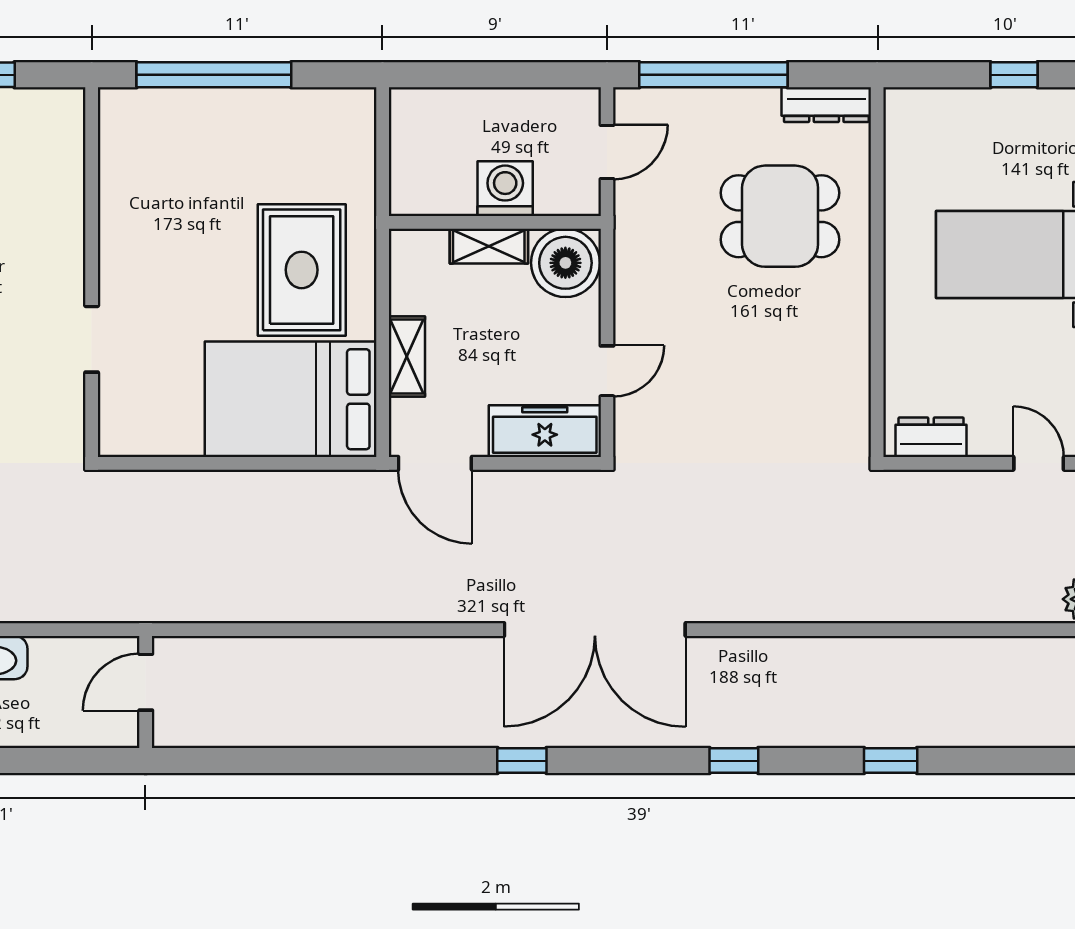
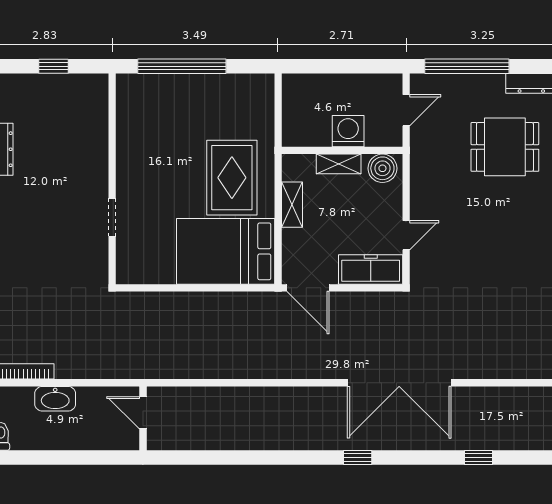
boiler: (565, 263) -> (382, 168), width x0.73, depth x0.73
shelving: (407, 356) -> (292, 205), moved
door: (146, 682) -> (143, 413), hinge flipped

